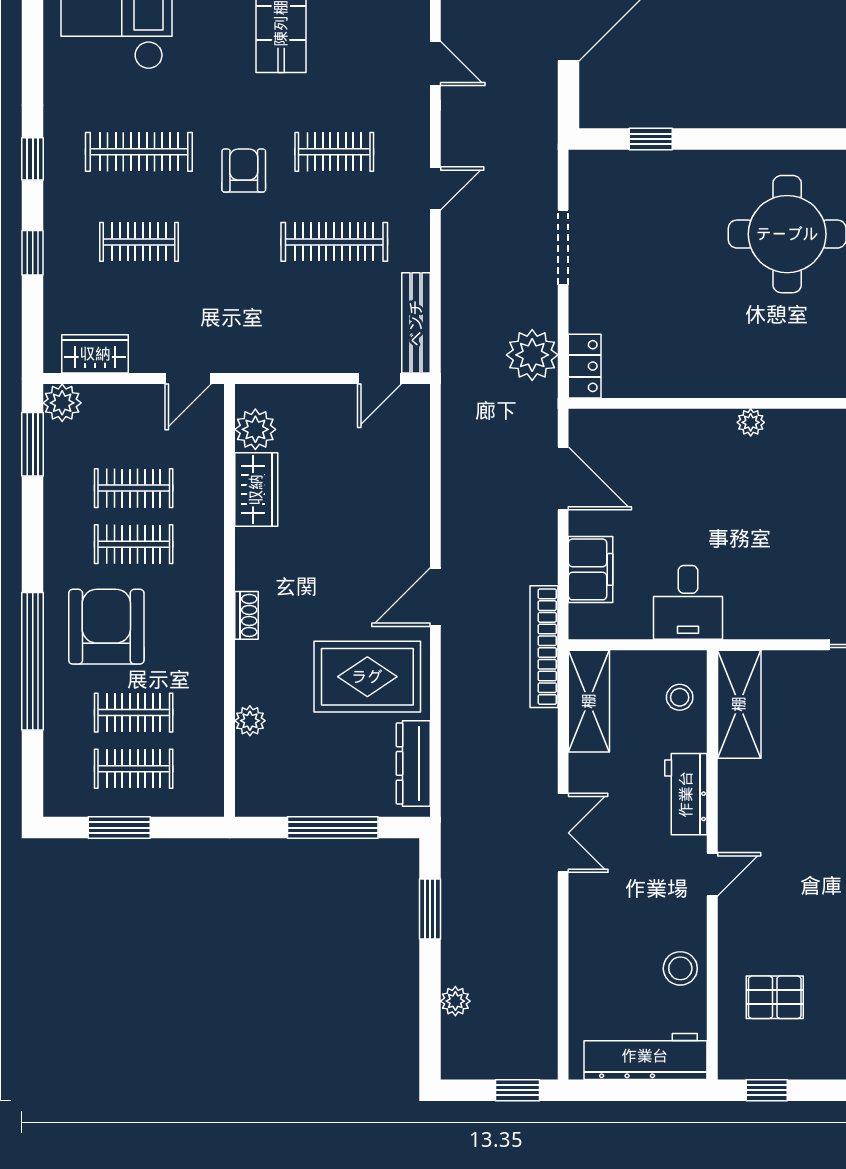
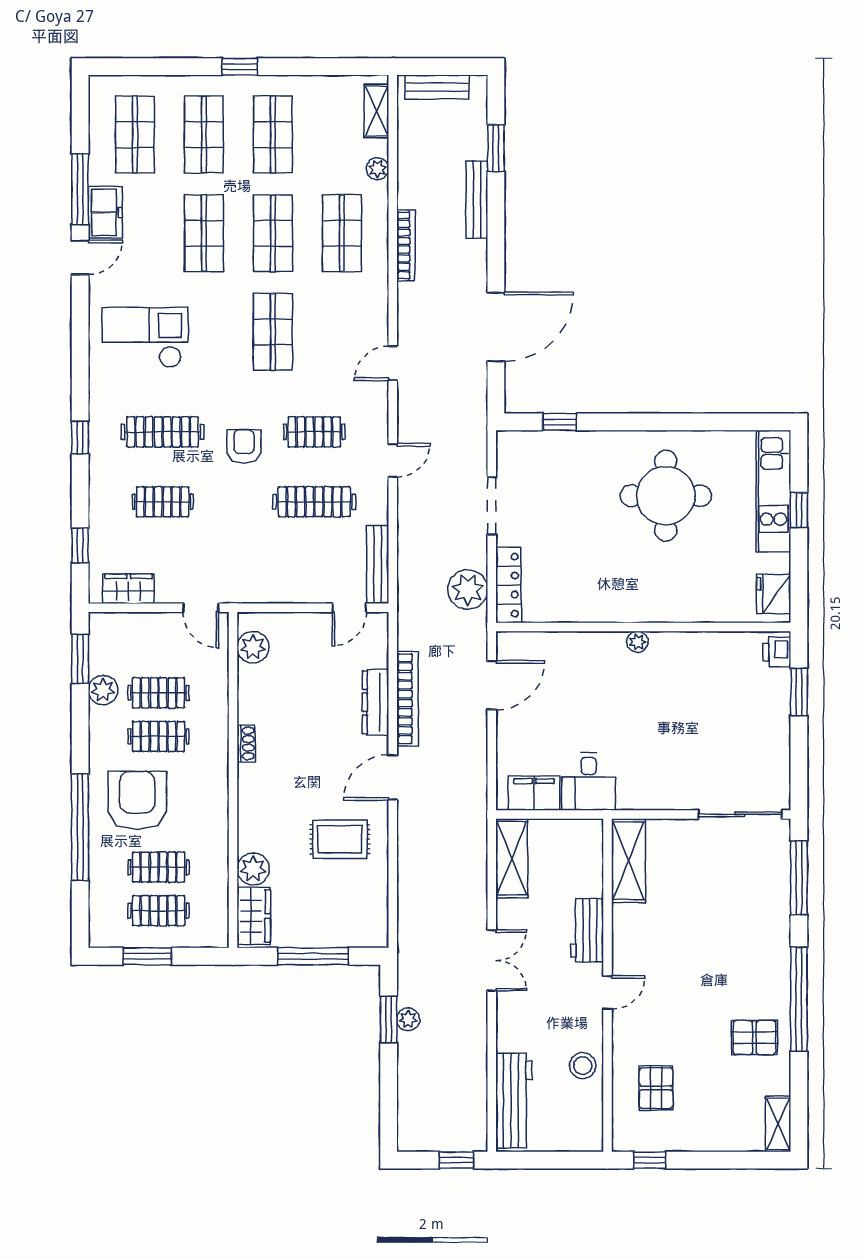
door: (435, 63) -> (393, 363), swing flipped
window: (33, 253) -> (80, 545), moved
locker: (585, 366) -> (509, 585), width x1.53
door: (188, 379) -> (201, 608), hinge flipped
plant: (62, 403) -> (103, 690), moved
door: (563, 478) -> (492, 685), hinge flipped
wardrobe: (256, 490) -> (254, 916), moved
filing cabinet: (591, 569) -> (534, 793), moved, turned -90
shoe rack: (246, 615) -> (246, 743), moved
bookcase: (544, 647) -> (408, 699), moved, turned 180
rug: (367, 677) -> (340, 839), width x0.73, depth x0.70
stool: (680, 697) -> (582, 855), removed
plant: (250, 721) -> (253, 869), width x1.38, depth x1.38
dresser: (413, 763) -> (376, 702), moved
pallet: (775, 997) -> (656, 1088), turned 90
plant: (455, 1001) -> (408, 1019), moved
workbench: (645, 1056) -> (514, 1101), moved, turned 90

